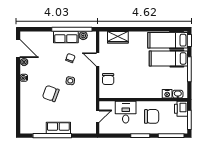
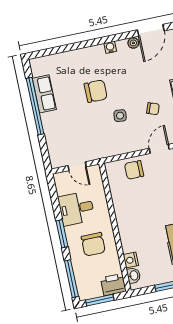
chair: (51, 93) -> (96, 91), turned 70
desk: (126, 112) -> (76, 208), moved, turned 180
row of seats: (58, 128) -> (44, 94), moved

